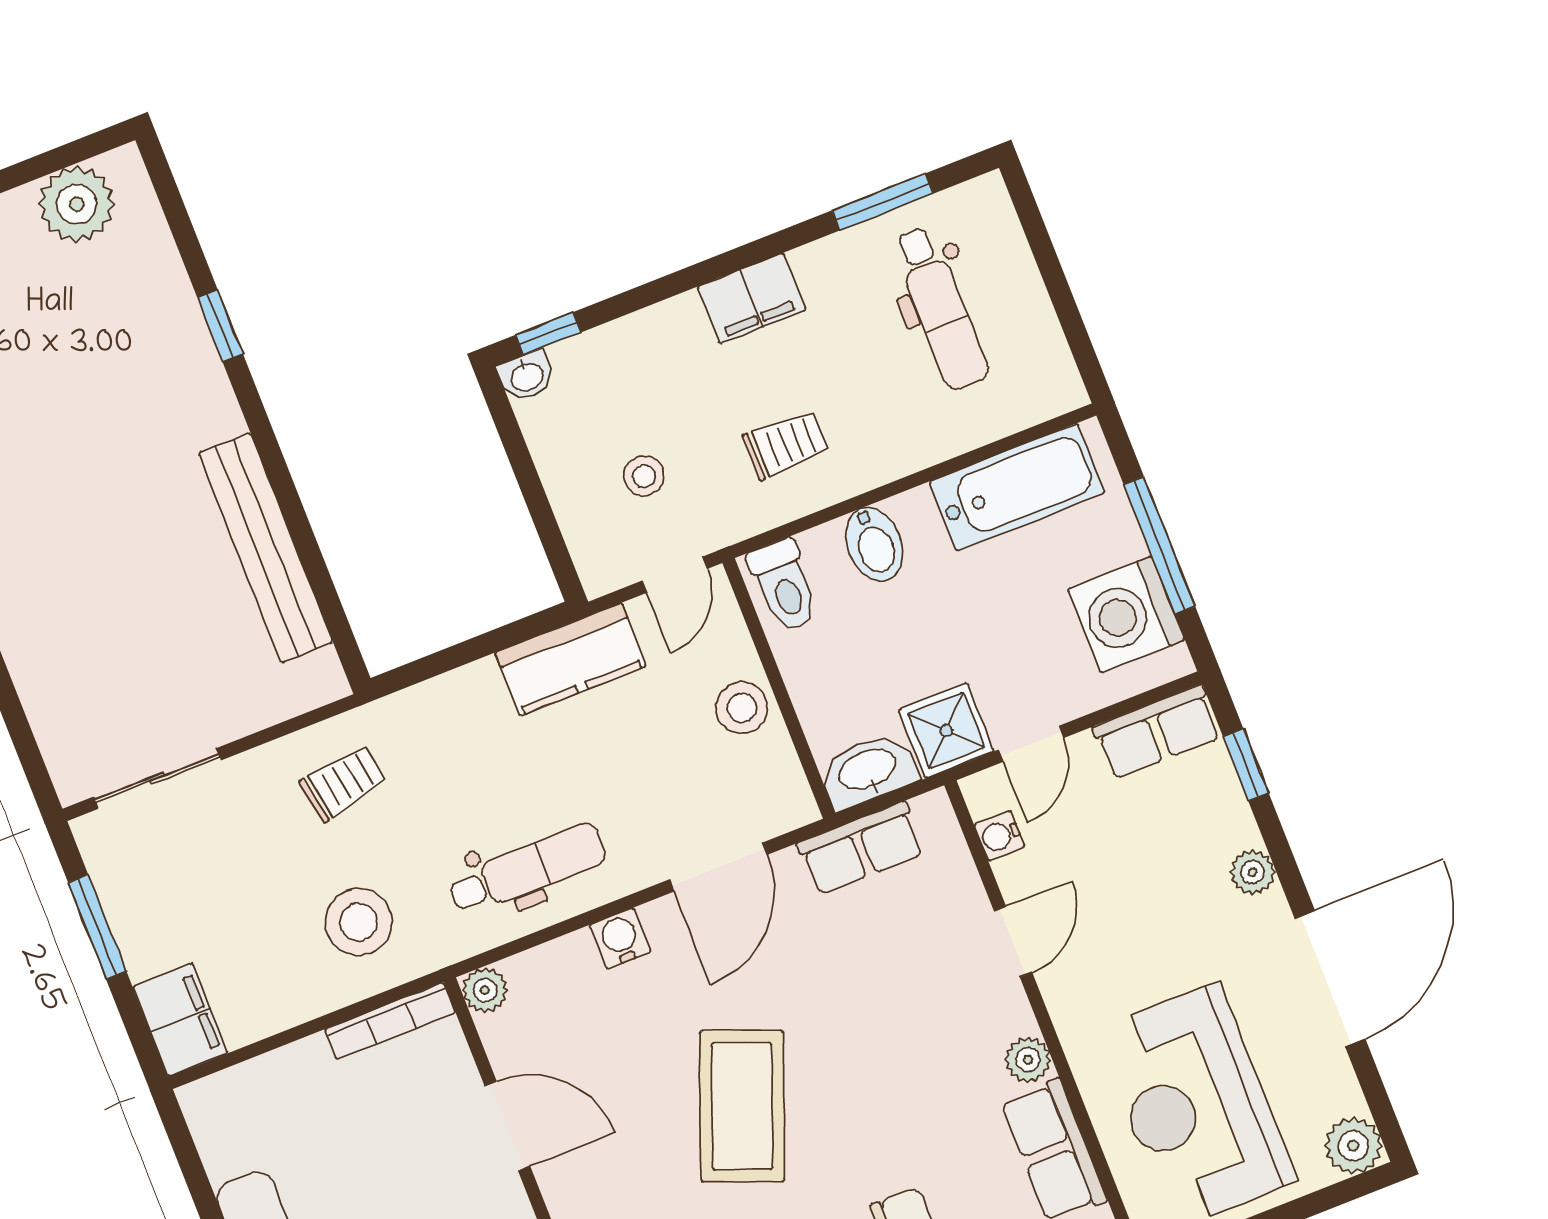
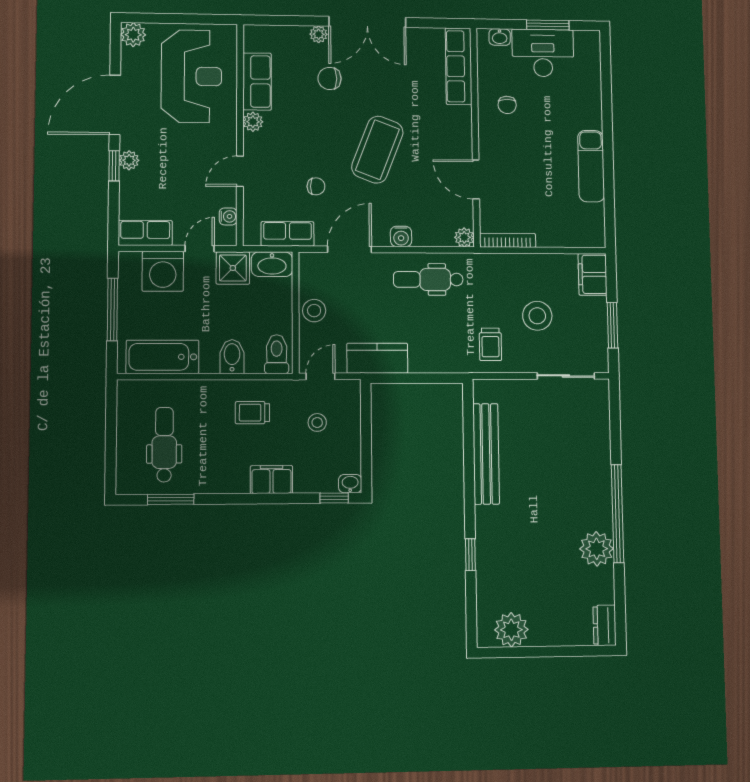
filing cabinet: (752, 298) -> (271, 480), moved
washing machine: (1126, 615) -> (163, 271), moved, turned 90
window: (1246, 765) -> (114, 166), moved
trolley: (343, 783) -> (490, 344), turned -80
stool: (359, 922) -> (537, 316), moved
chair: (841, 974) -> (316, 186), added

